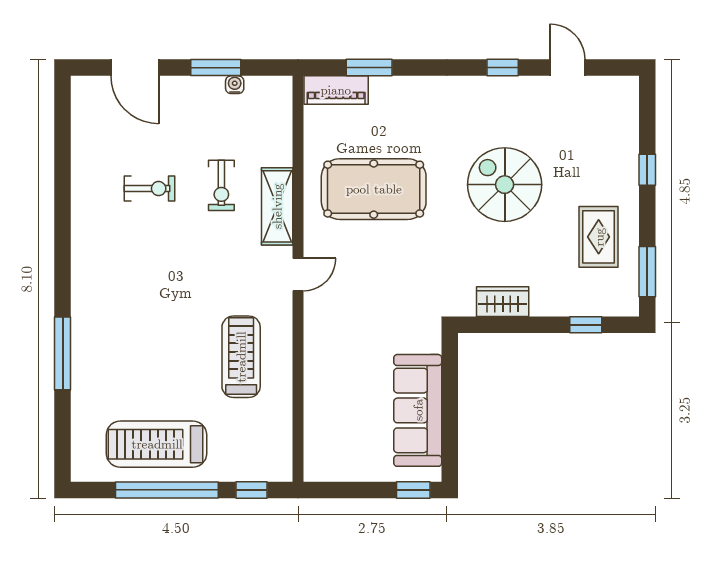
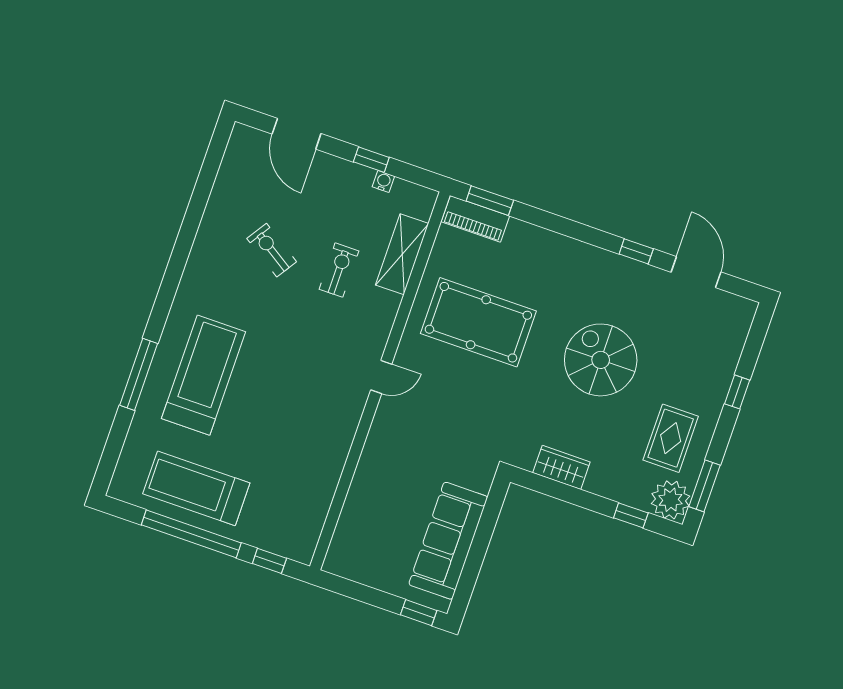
window: (216, 68) -> (371, 160), width x0.67
window: (369, 68) -> (490, 201), moved
door: (567, 68) -> (696, 272), width x1.38
exercise bike: (221, 185) -> (339, 270), turned 180
exercise bike: (150, 189) -> (272, 250), turned -147
shelving: (277, 206) -> (402, 254), moved
plant: (619, 297) -> (670, 500), added
treadmill: (241, 357) -> (204, 375), moved, width x1.37, depth x1.38

